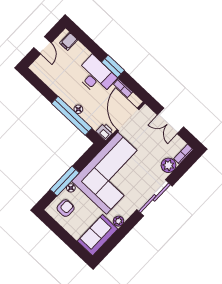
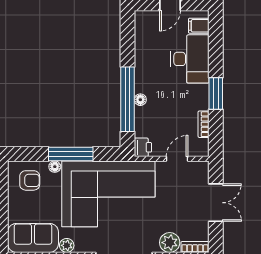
desk: (96, 76) -> (190, 59), moved
door: (128, 119) -> (177, 159), width x0.53
double door: (170, 121) -> (216, 203), swing flipped
window: (65, 181) -> (71, 154), moved

